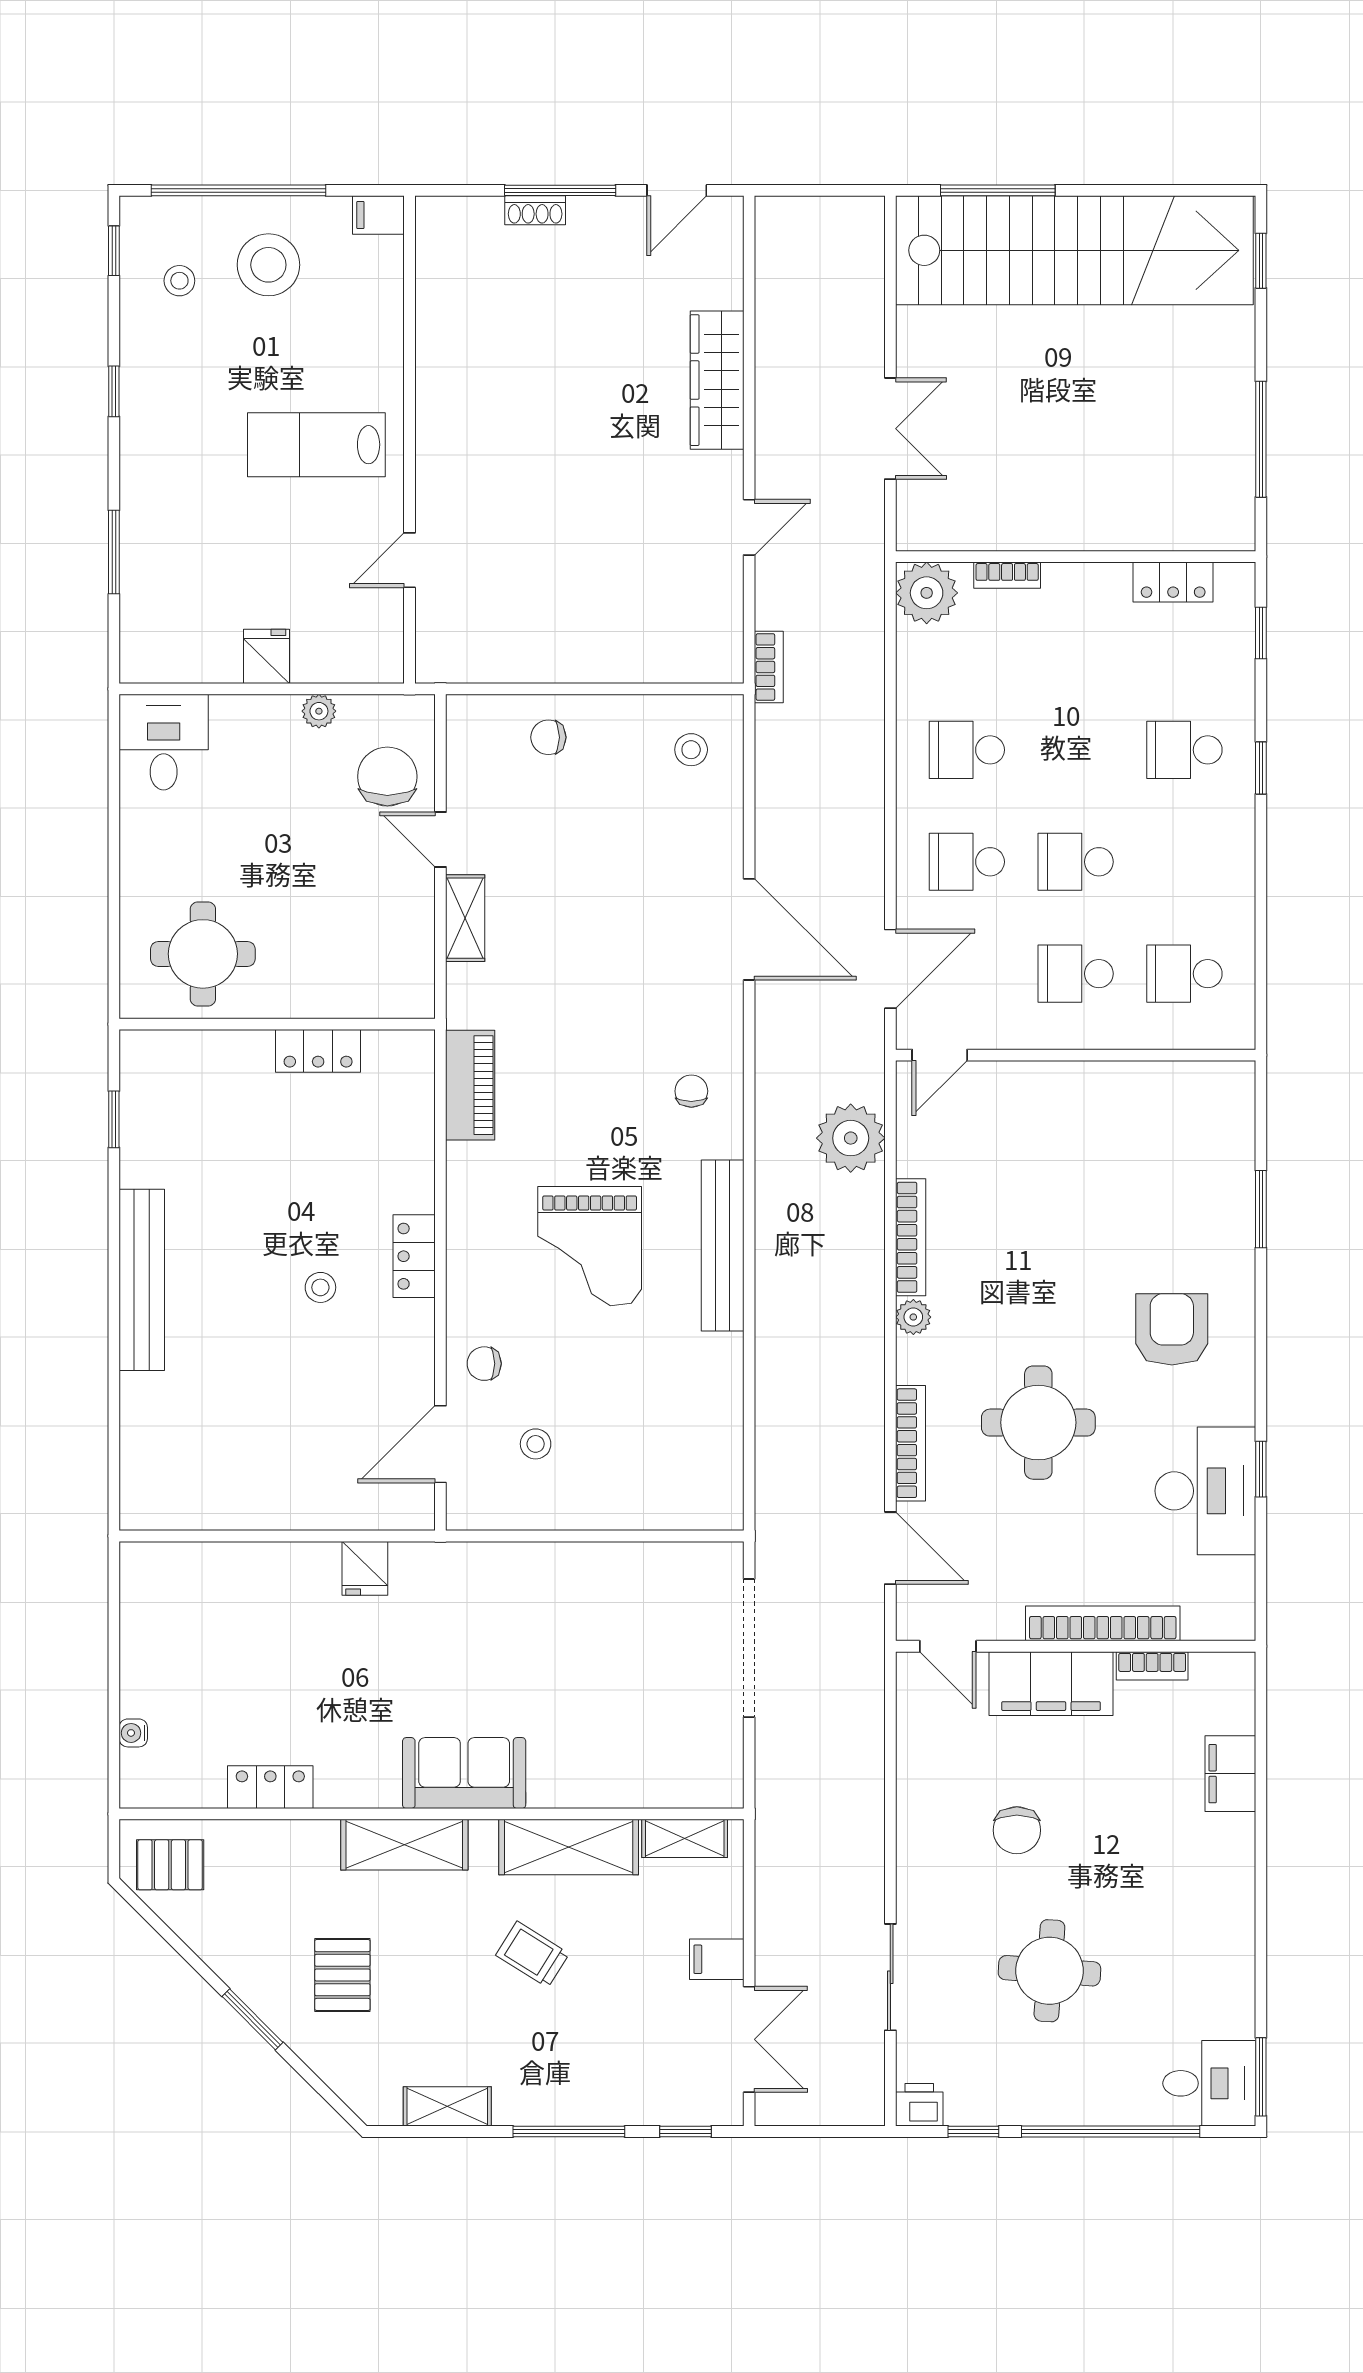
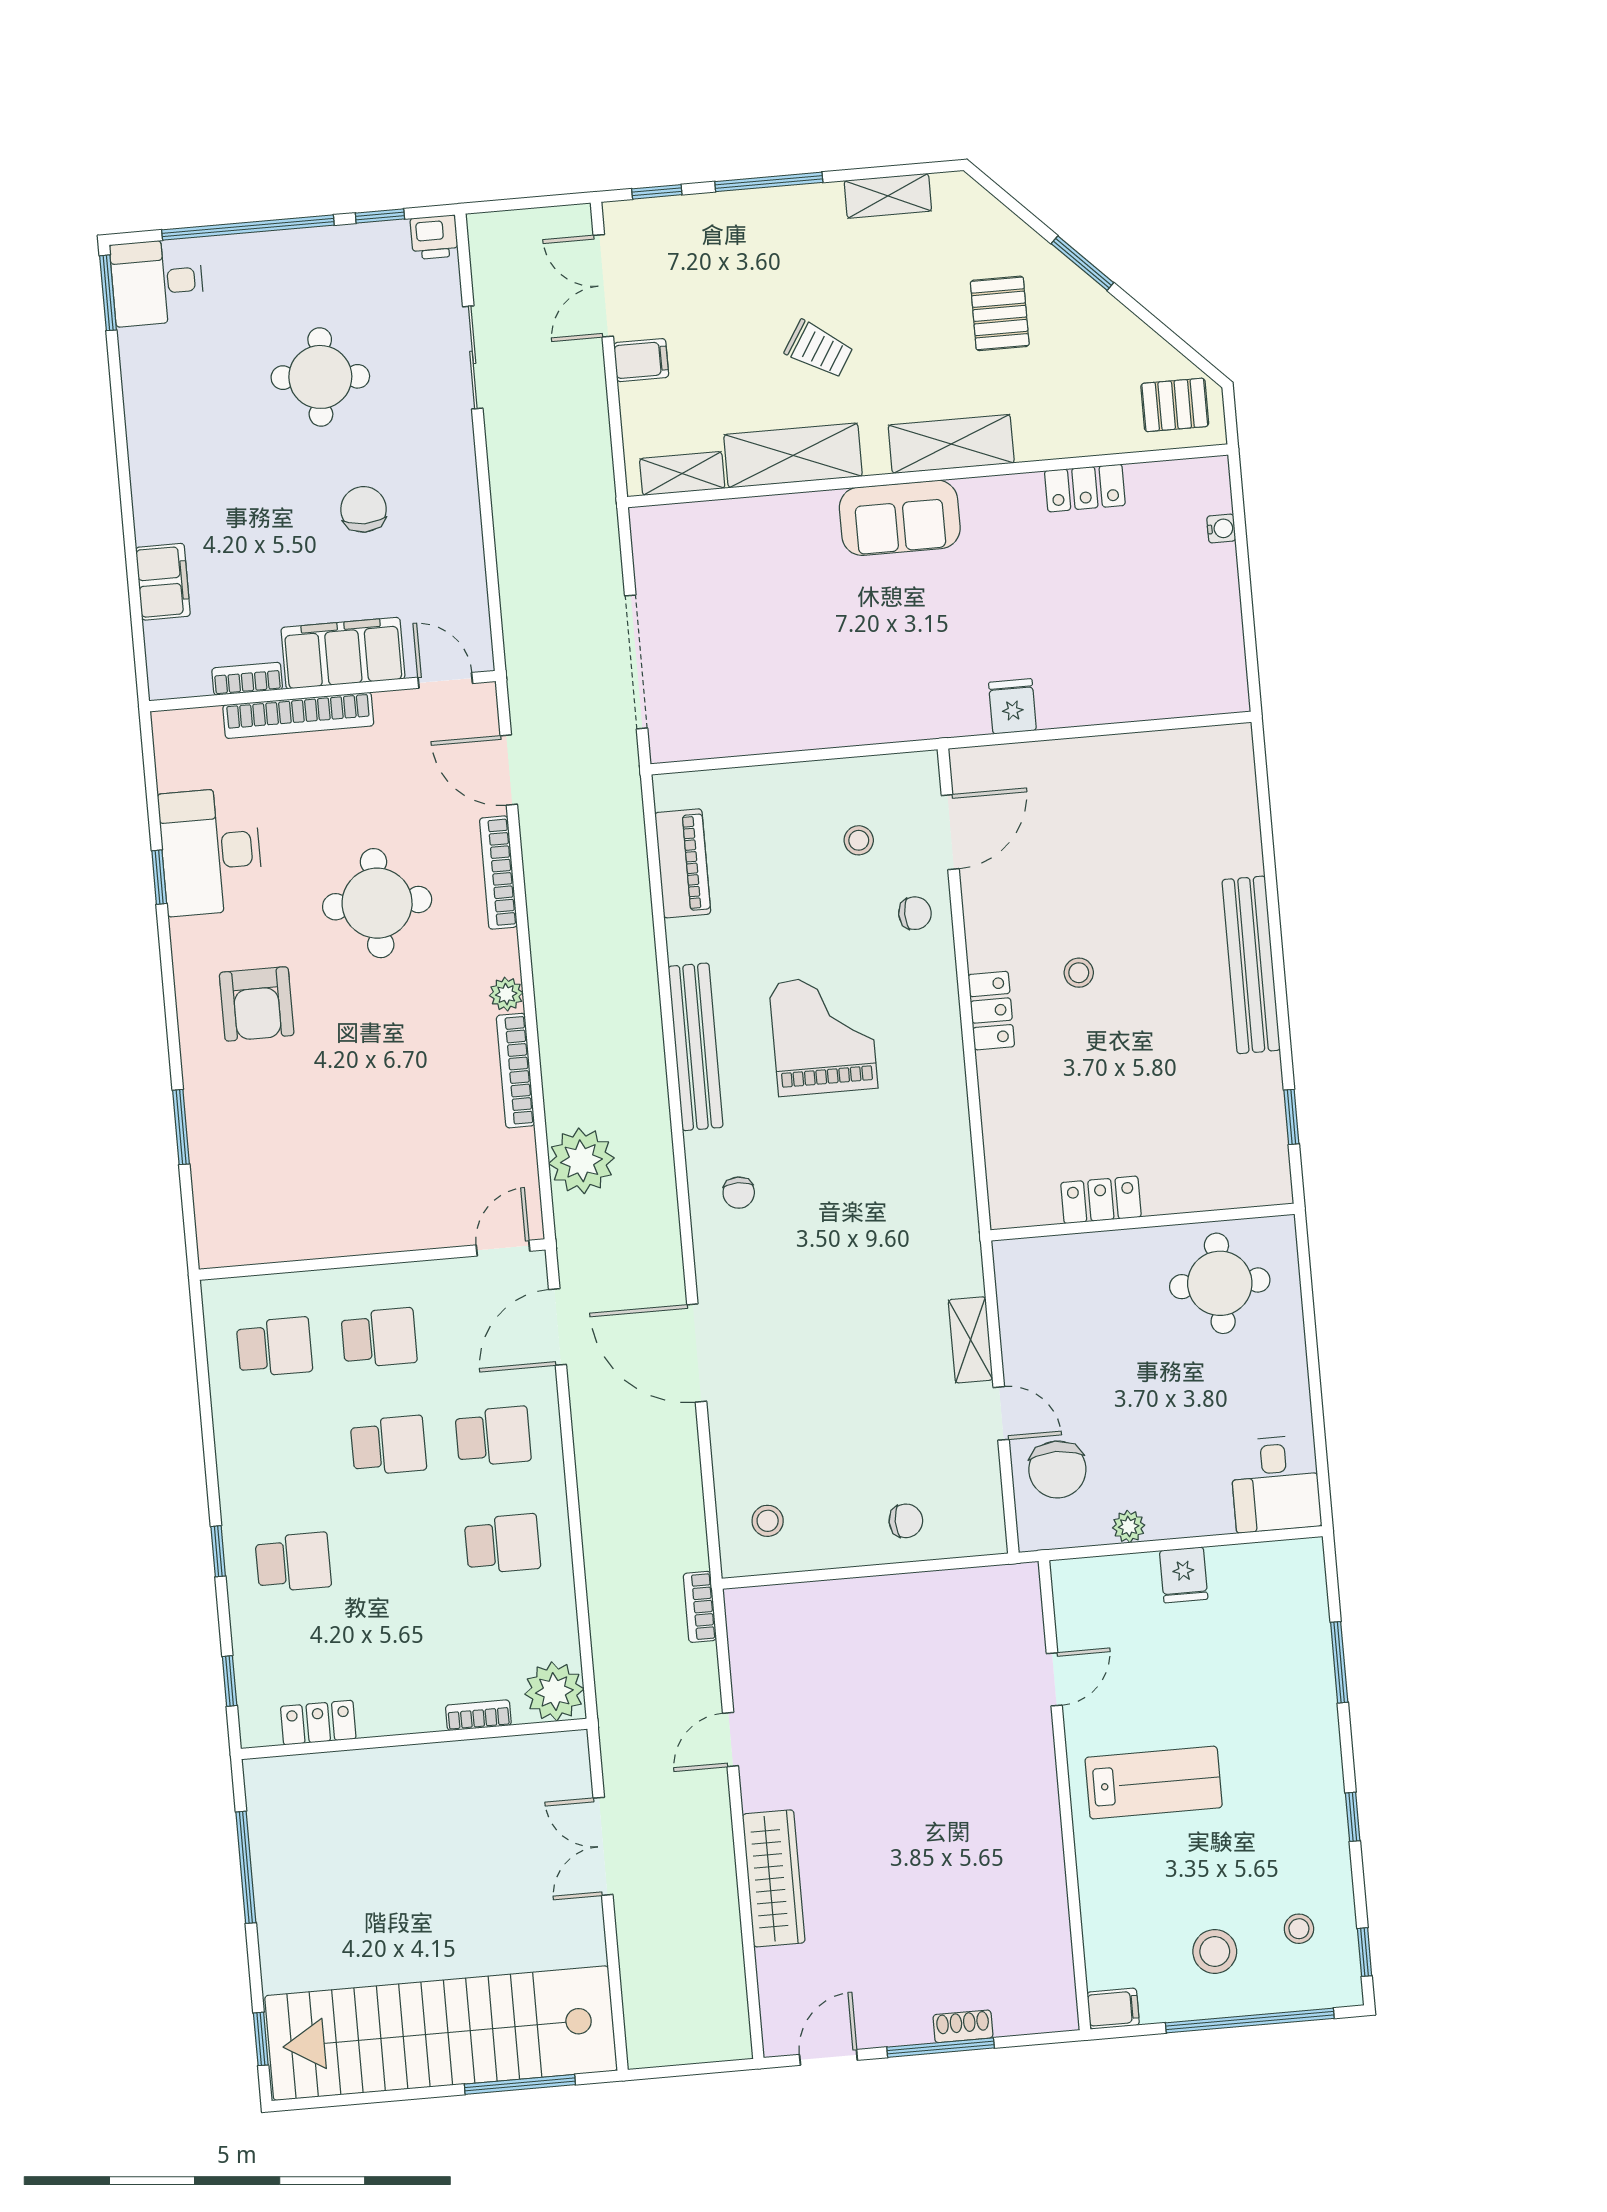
stool: (268, 265) -> (1215, 1951), width x0.73, depth x0.73
piano: (470, 1085) -> (683, 863), moved, turned 180

